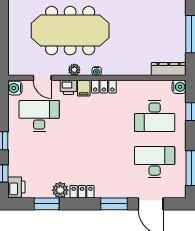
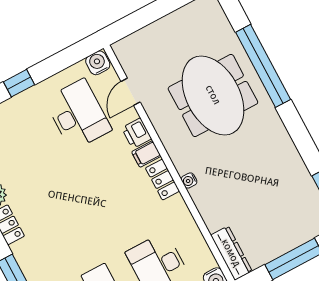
meeting table: (70, 31) -> (213, 95), width x0.73
plant: (74, 70) -> (164, 129), removed
water cooler: (97, 71) -> (189, 181), moved

